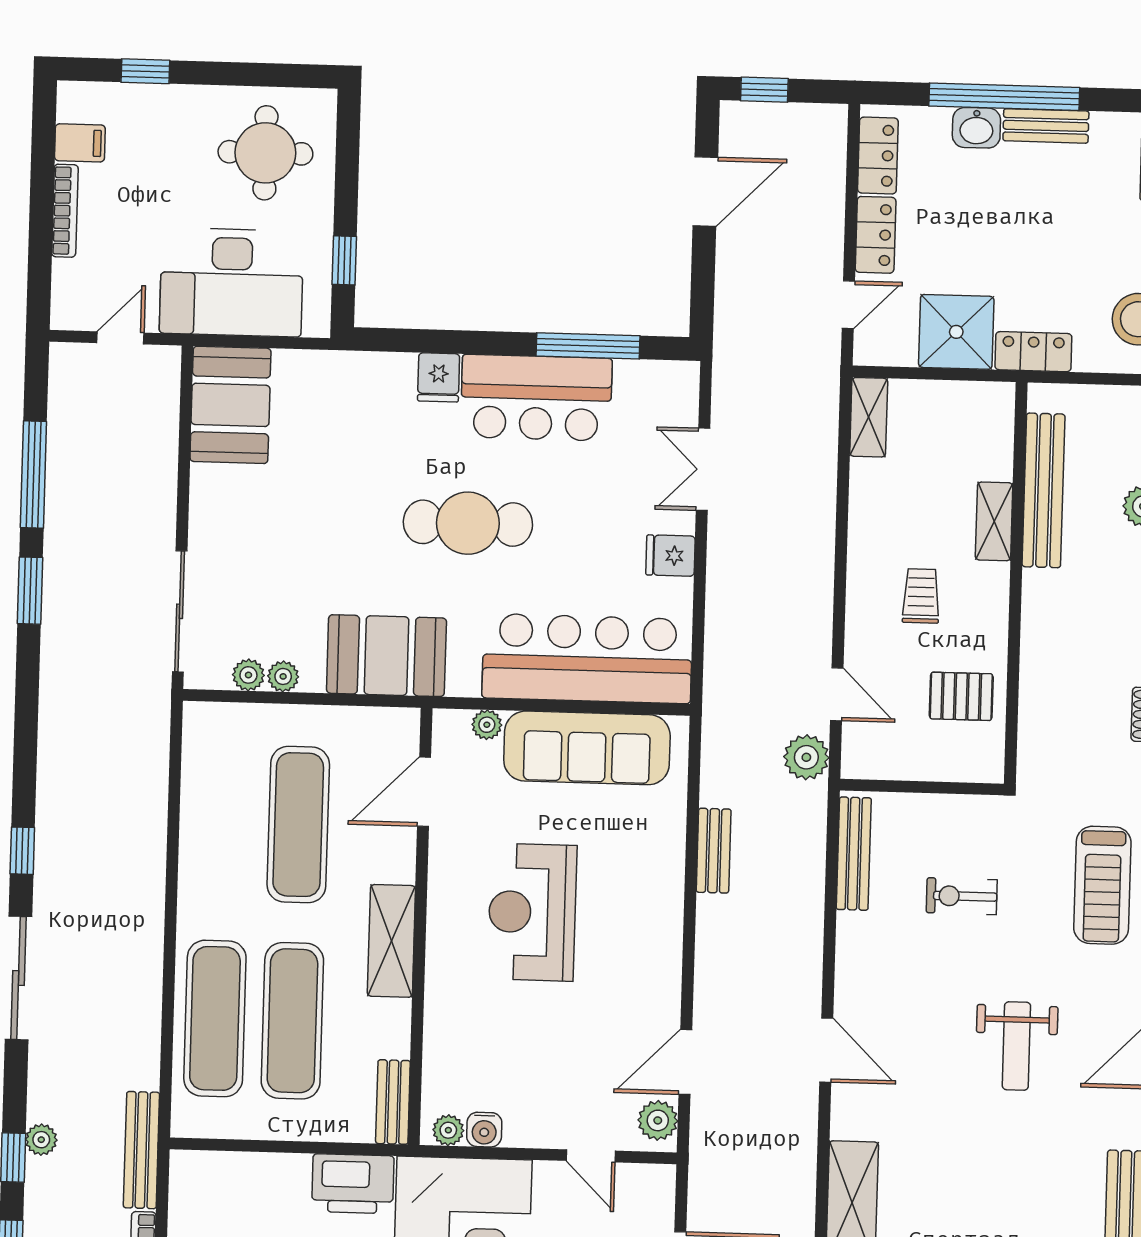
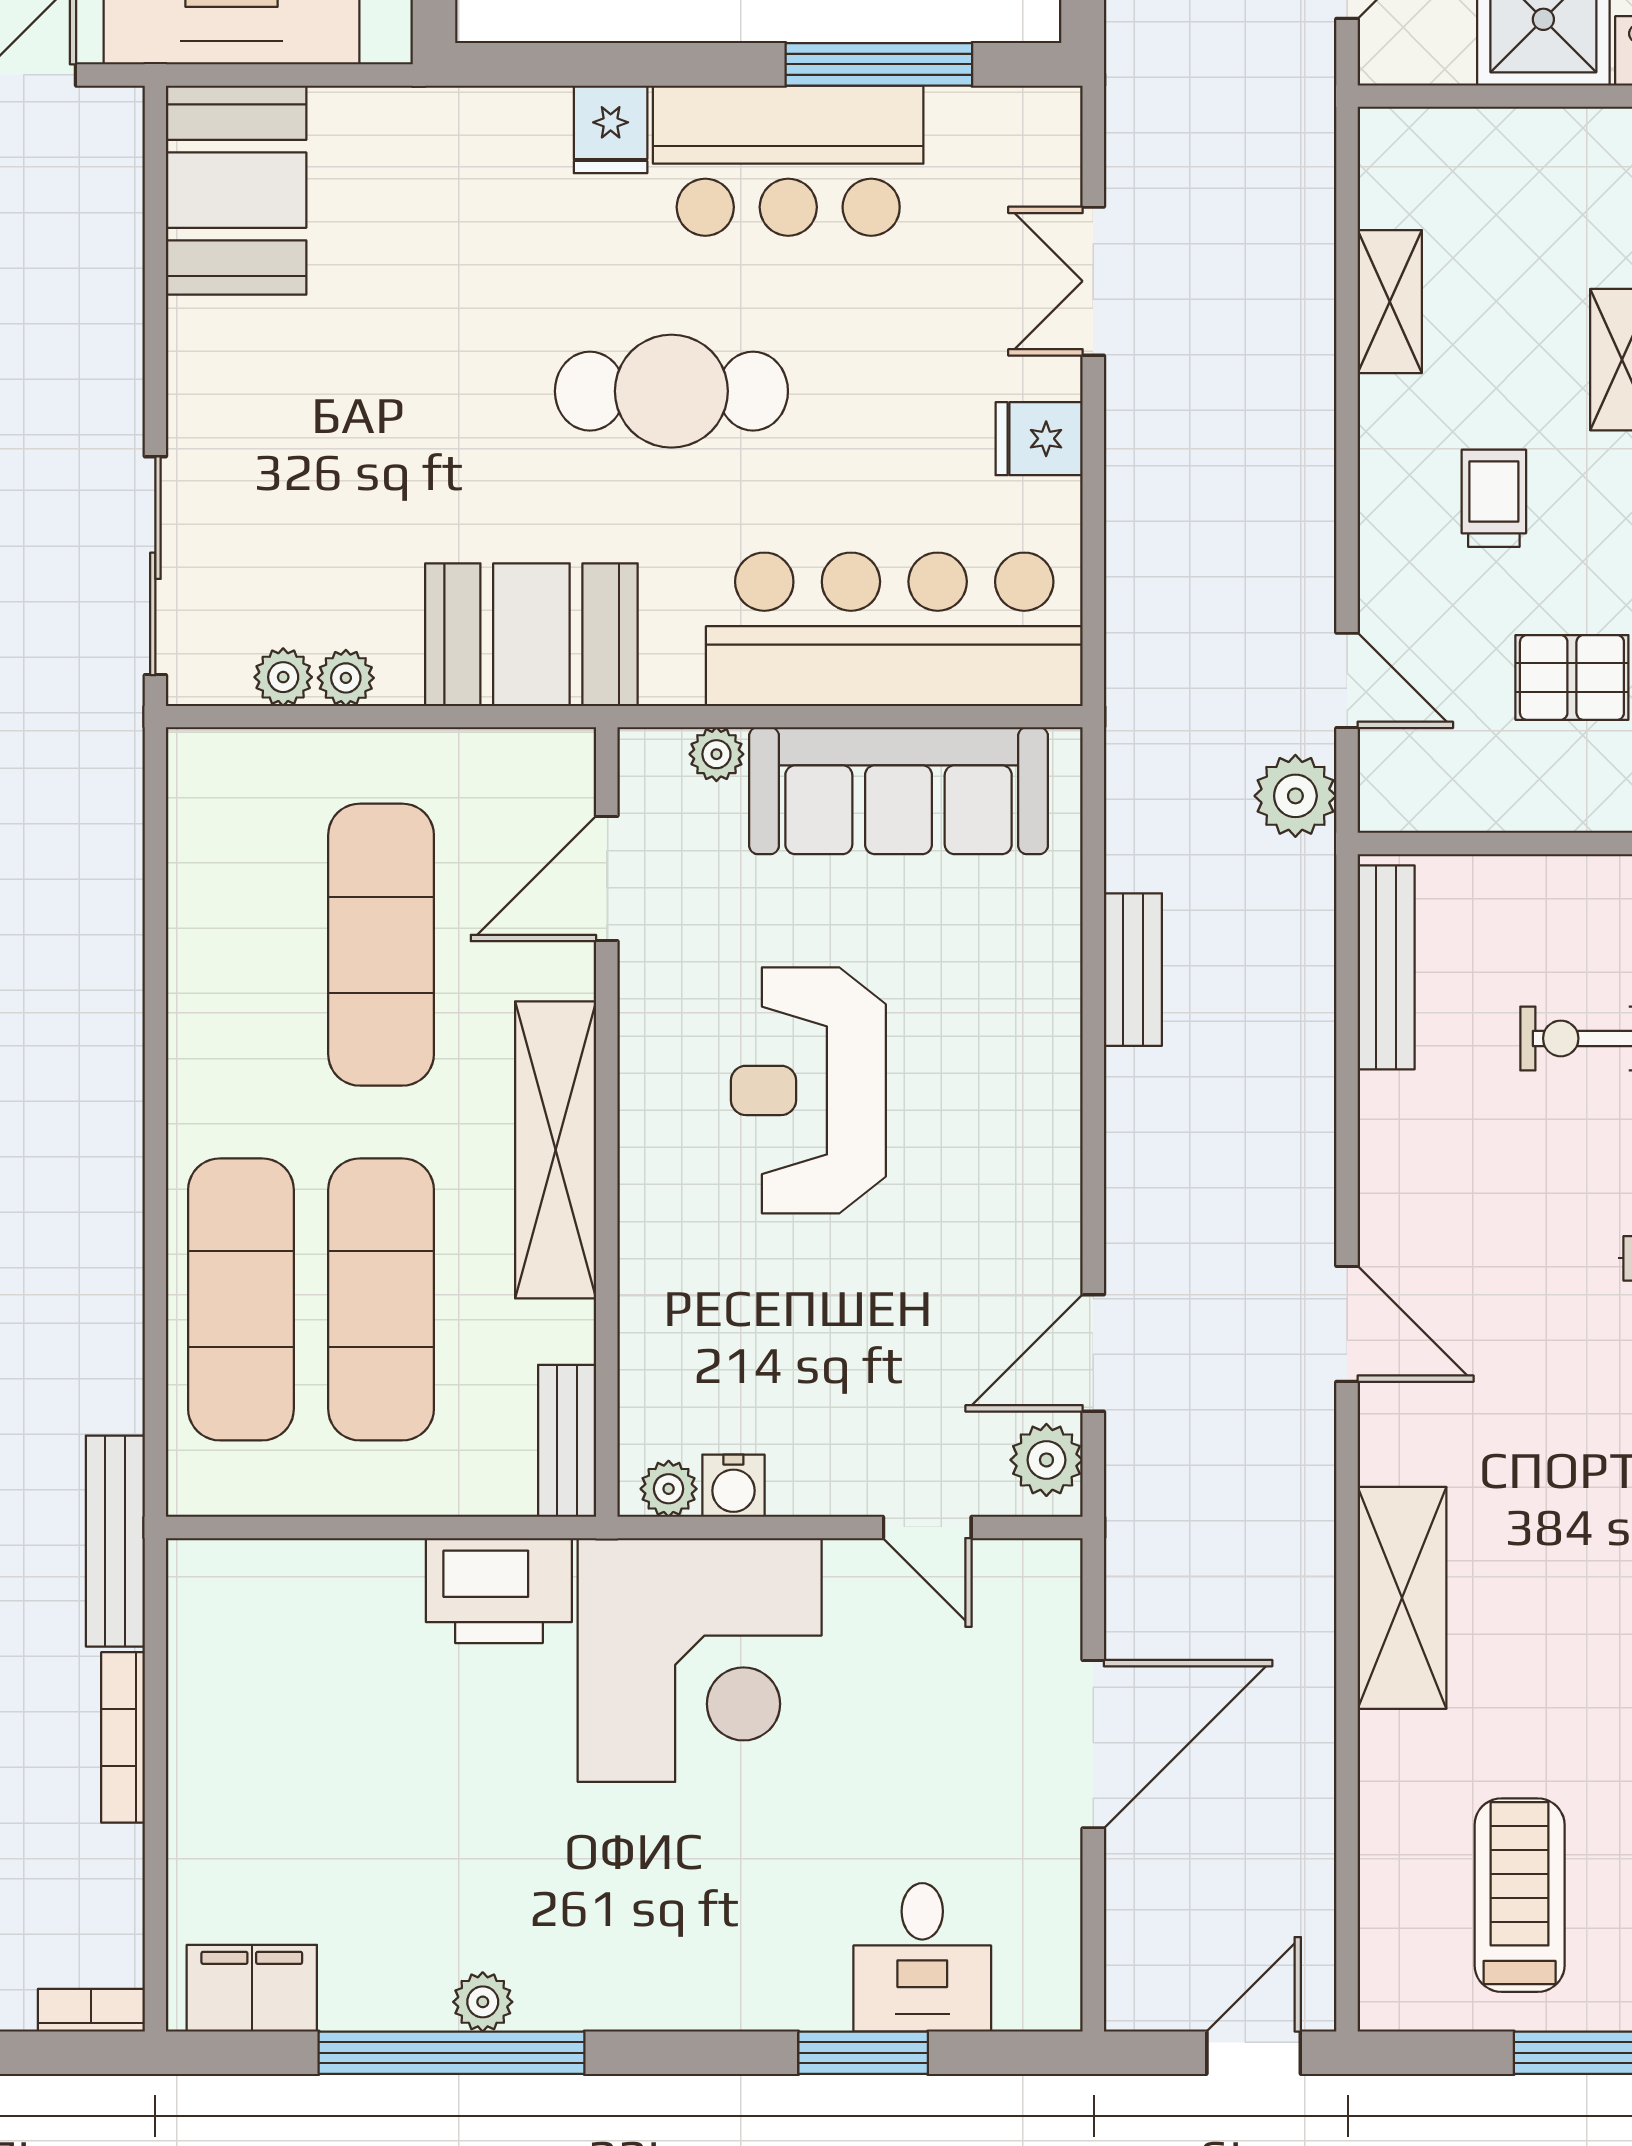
shelving: (869, 417) -> (1390, 302), moved
shelving: (391, 941) -> (556, 1150), width x1.47

